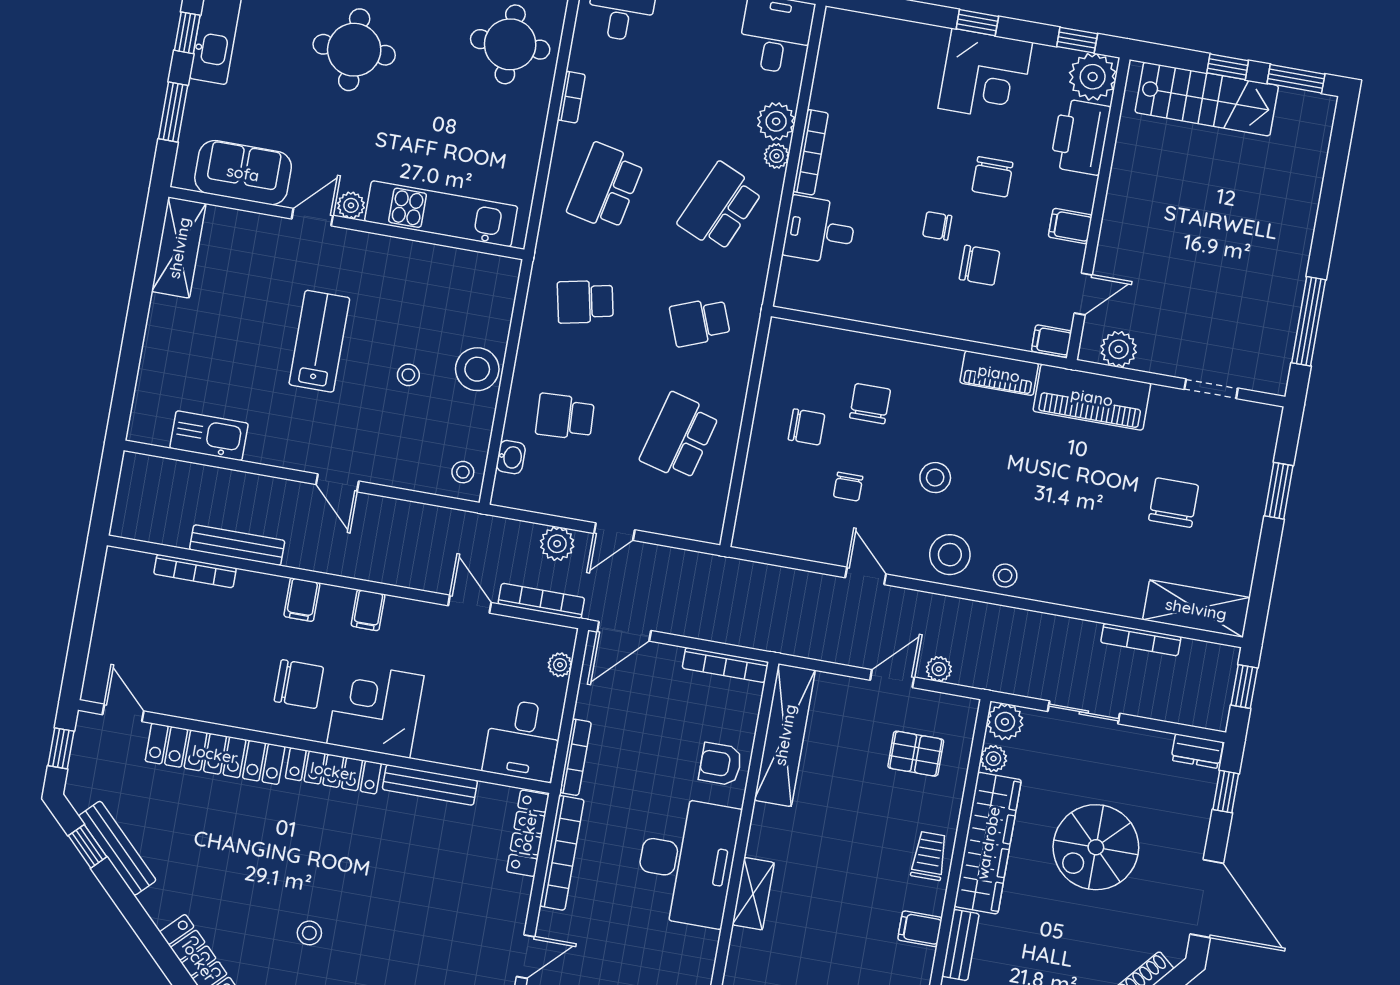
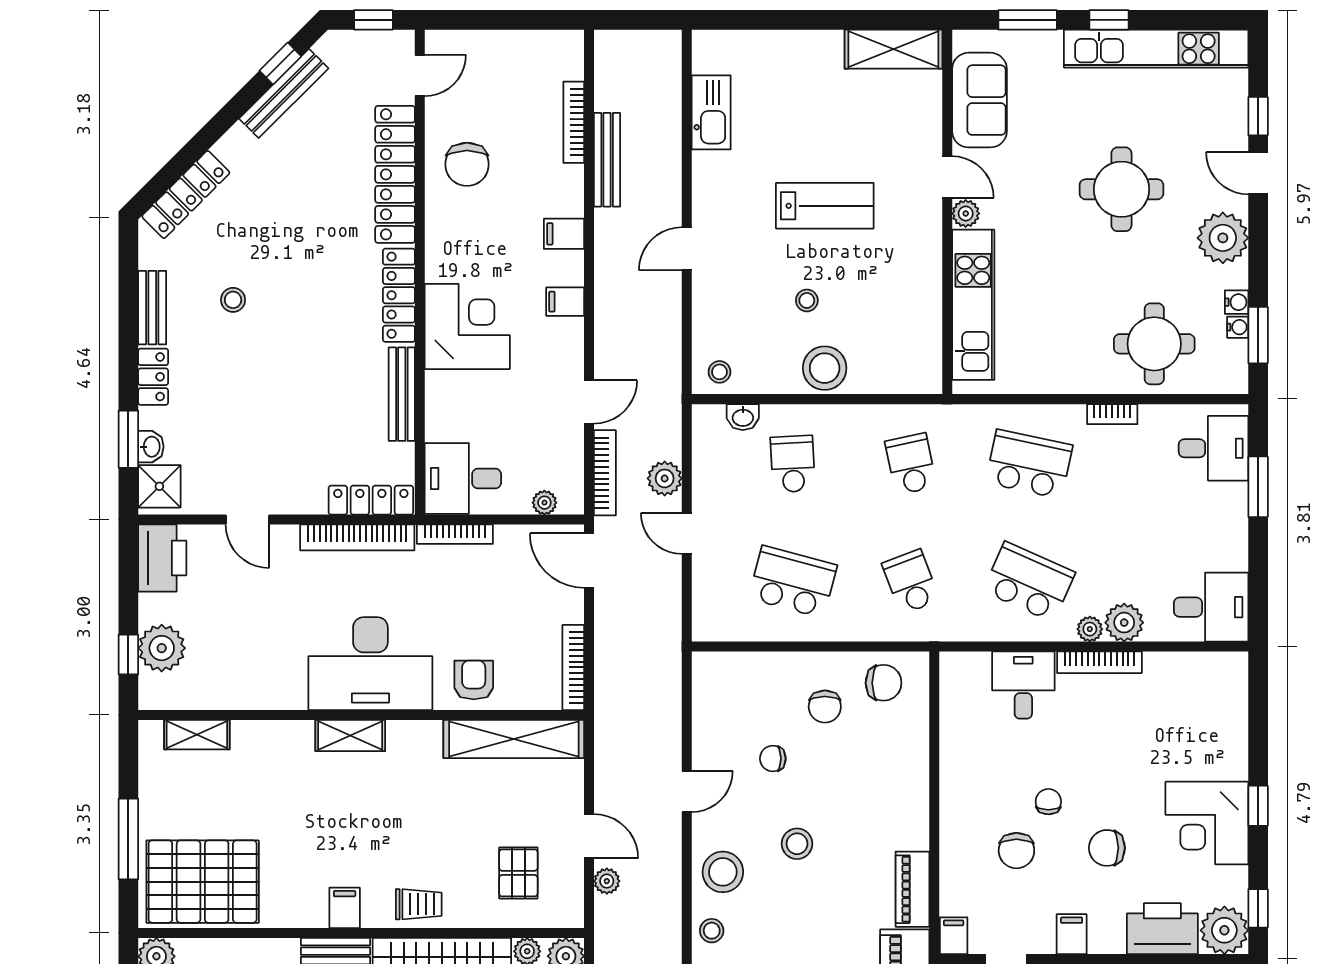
chair: (870, 404) -> (884, 683), moved
chair: (299, 684) -> (467, 164), moved

